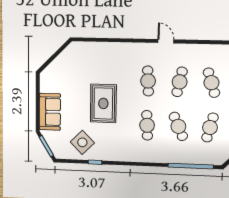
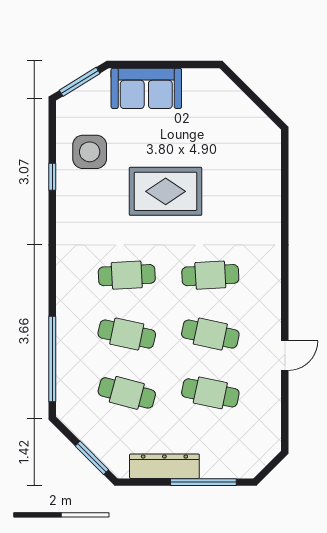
door: (166, 41) -> (285, 356), moved
cafe table: (211, 83) -> (210, 393), turned 30
cafe table: (178, 126) -> (127, 334), turned 36
side table: (82, 142) -> (90, 152), turned 45

